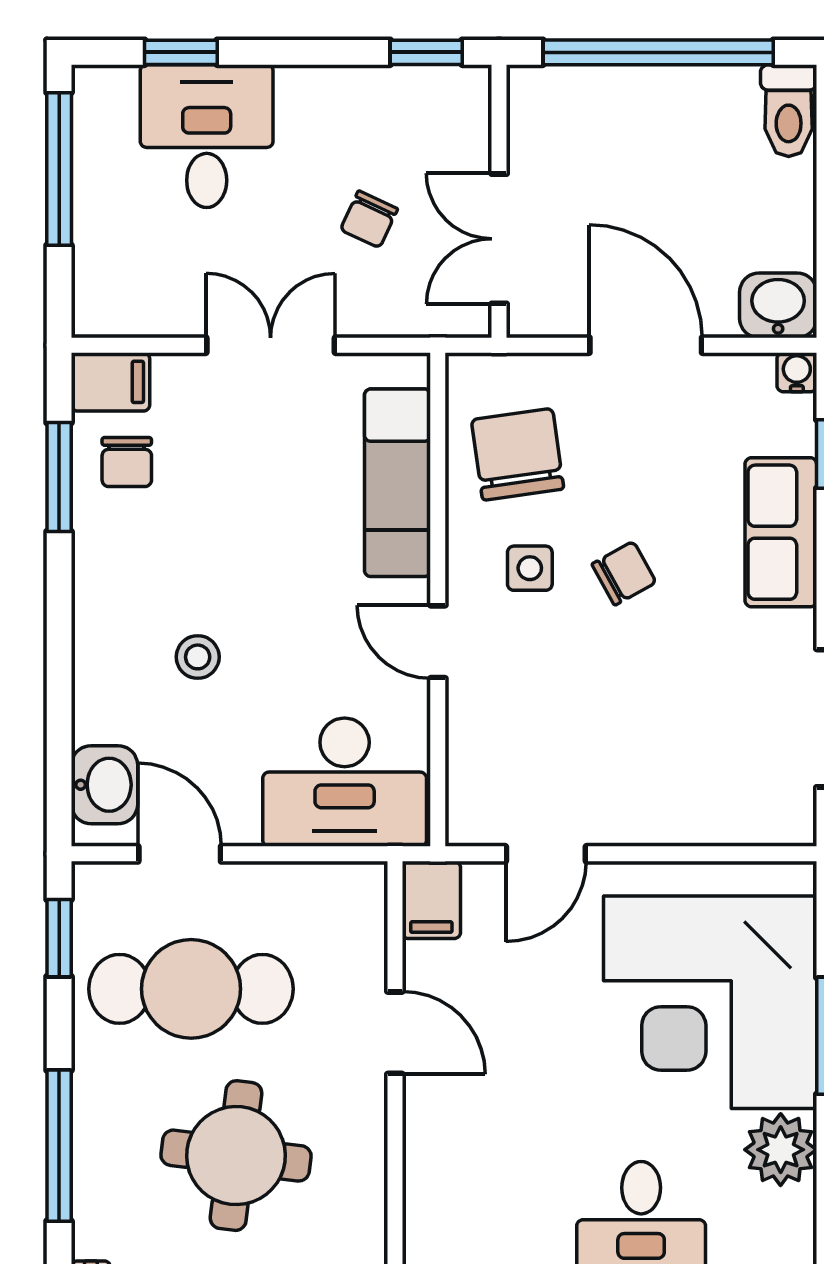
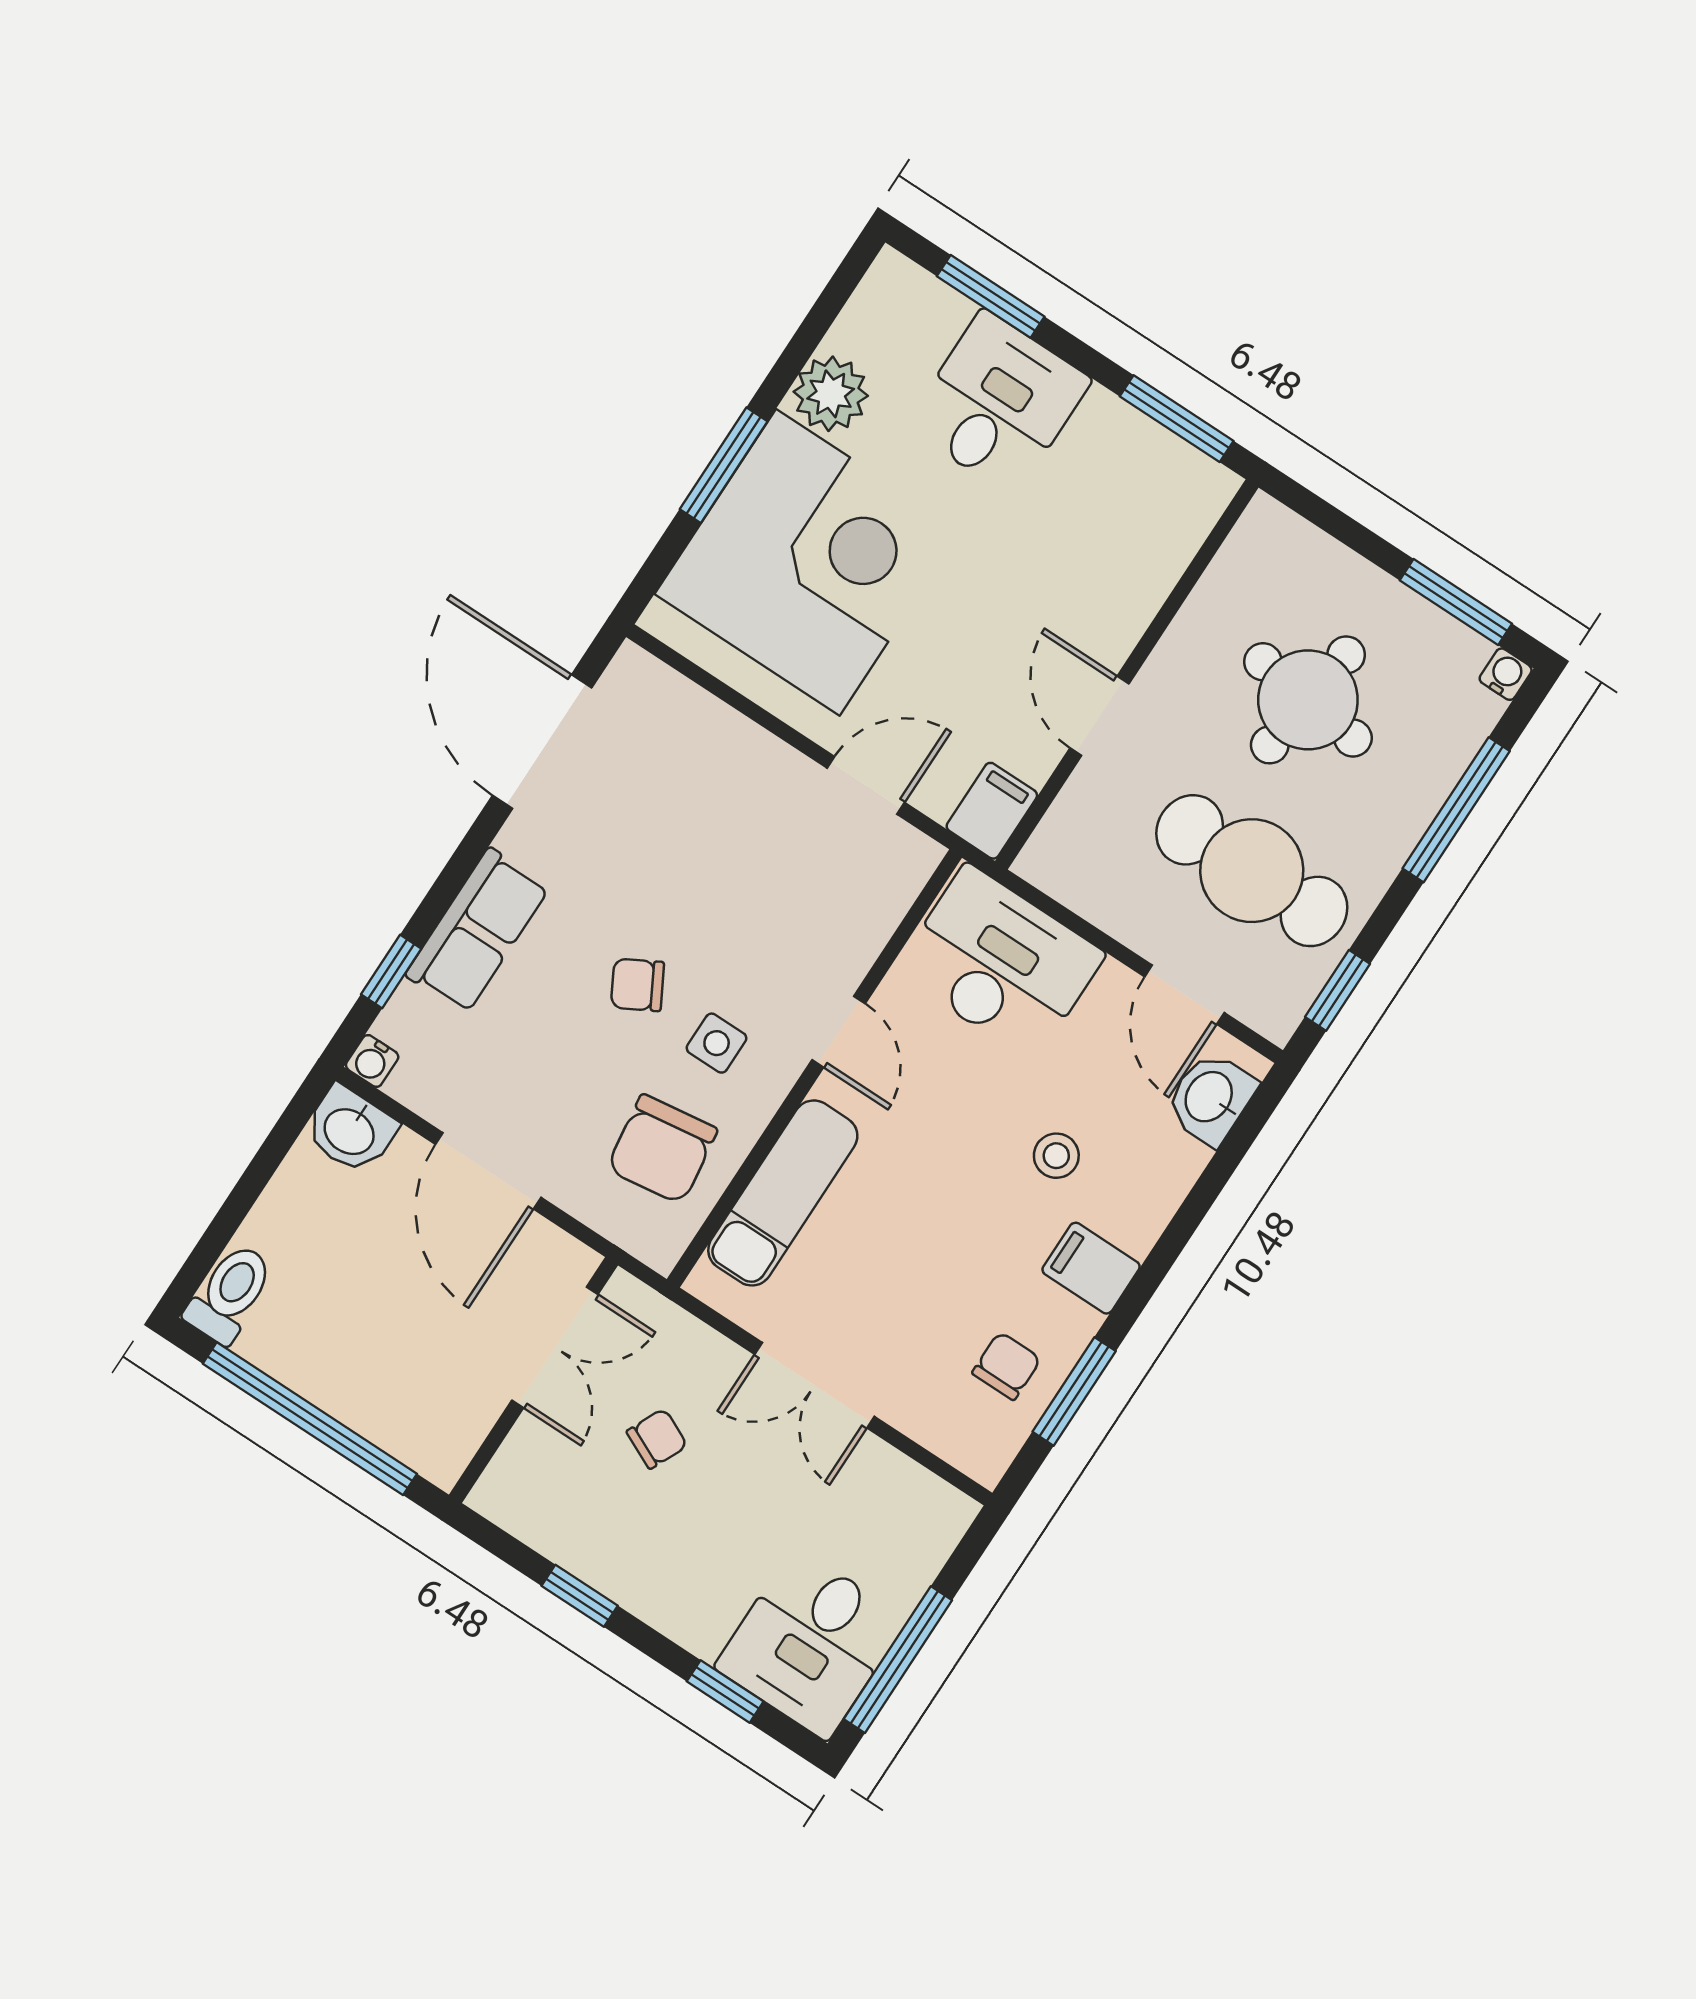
window: (426, 52) -> (580, 1596), moved
desk: (207, 136) -> (811, 1643), moved
filing cabinet: (110, 382) -> (1091, 1268), moved

